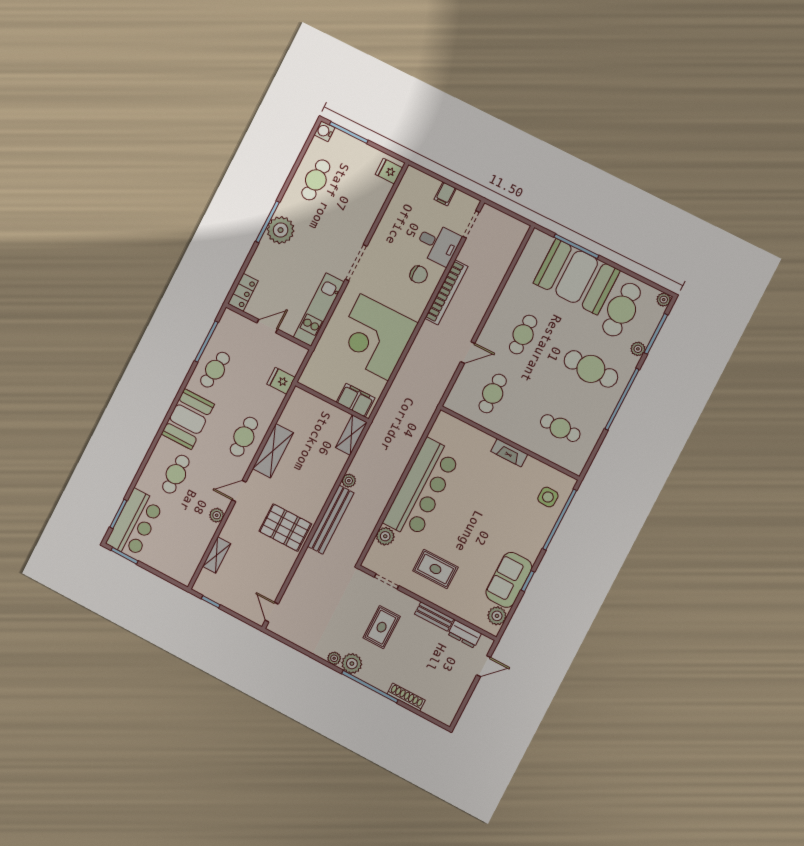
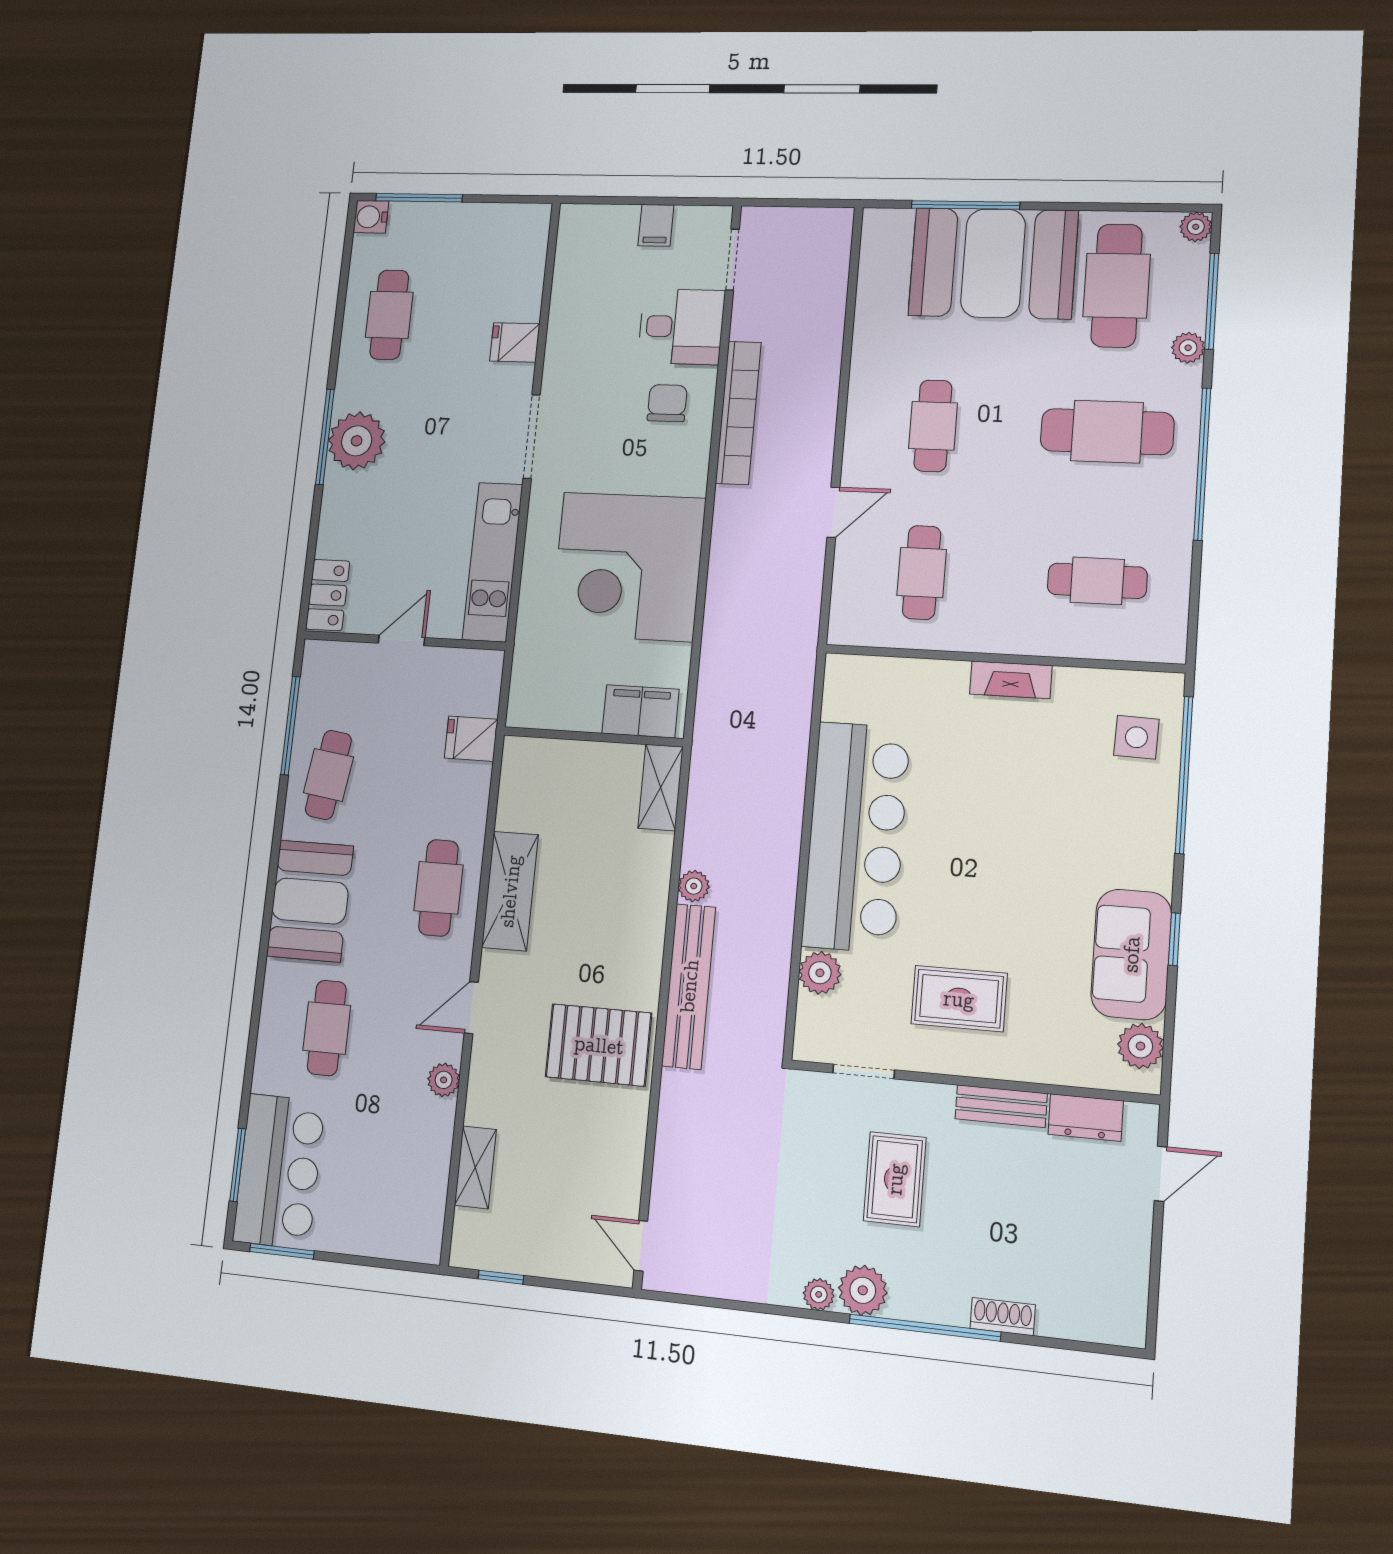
fridge: (389, 171) -> (515, 342), moved
chair: (419, 275) -> (667, 403), turned -90
shoe rack: (406, 697) -> (1003, 1317), width x0.70

